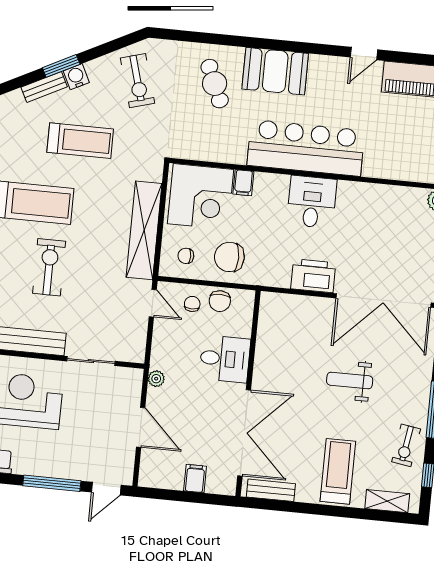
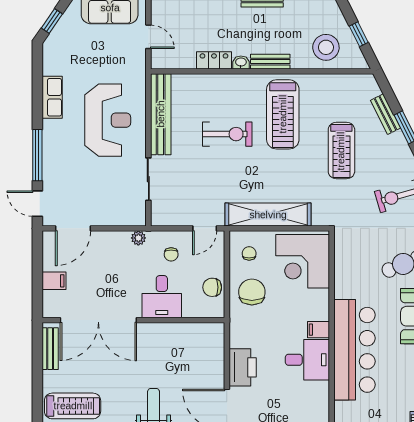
water cooler: (76, 77) -> (397, 142), removed
filing cabinet: (243, 183) -> (318, 330), moved
chair: (192, 304) -> (171, 254), moved, turned 90
door: (141, 427) -> (73, 228), moved

